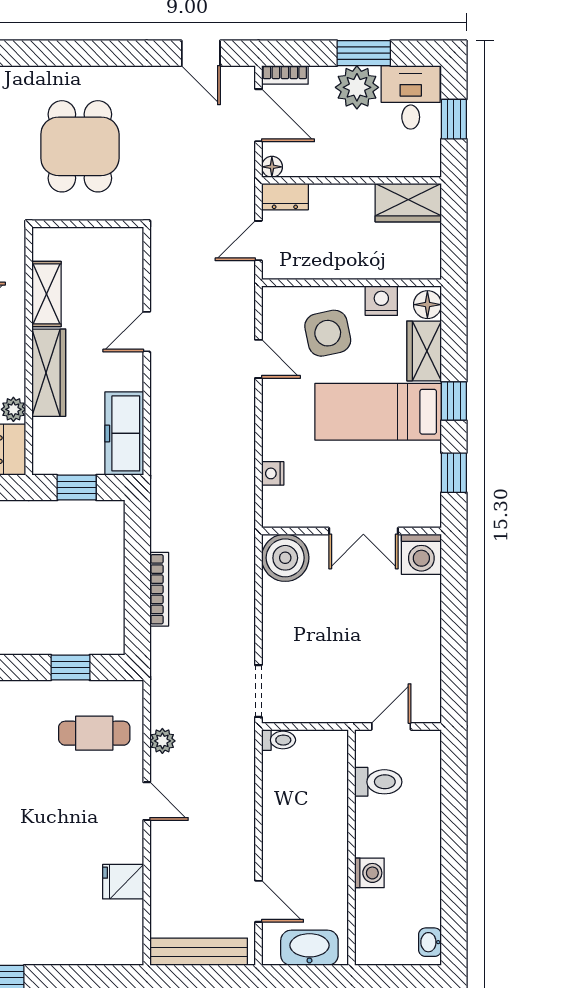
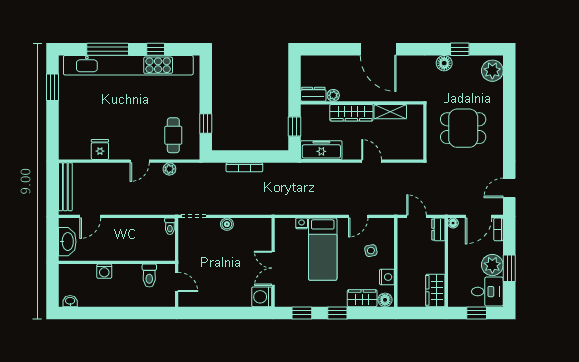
side table: (328, 333) -> (371, 251), width x0.54, depth x0.54
bed: (378, 412) -> (323, 249), moved, turned 180
boiler: (285, 558) -> (227, 224), moved, width x0.54, depth x0.54

